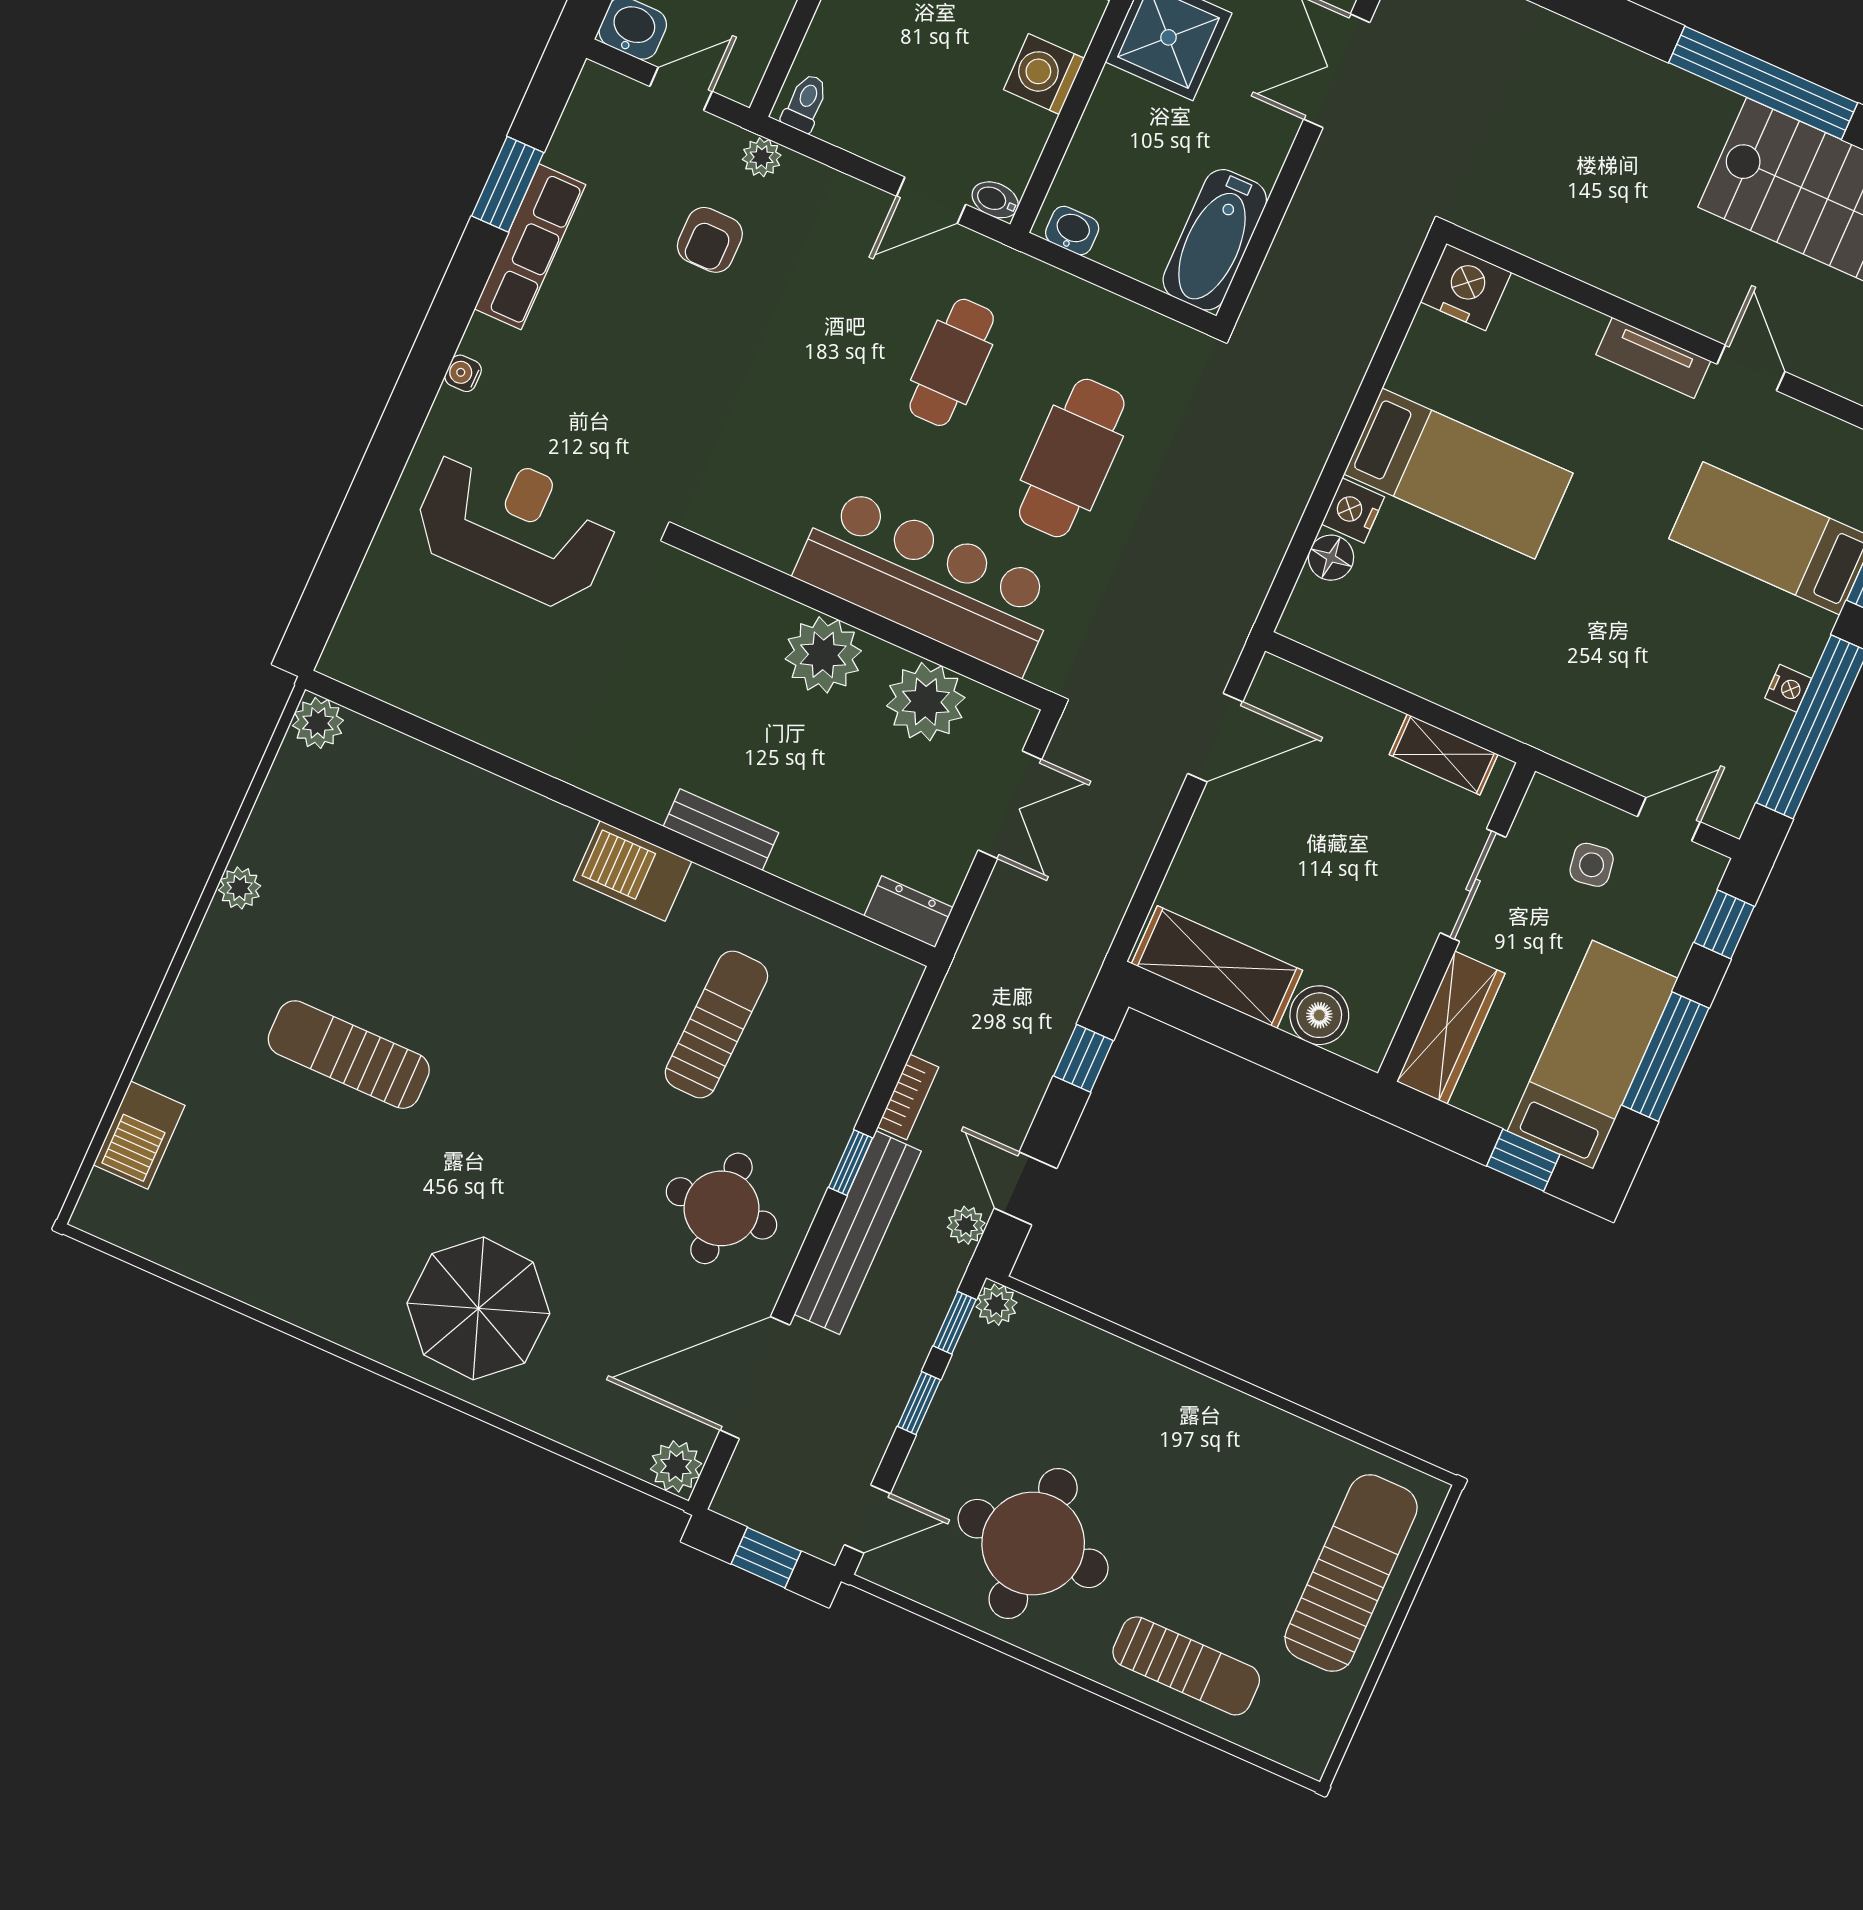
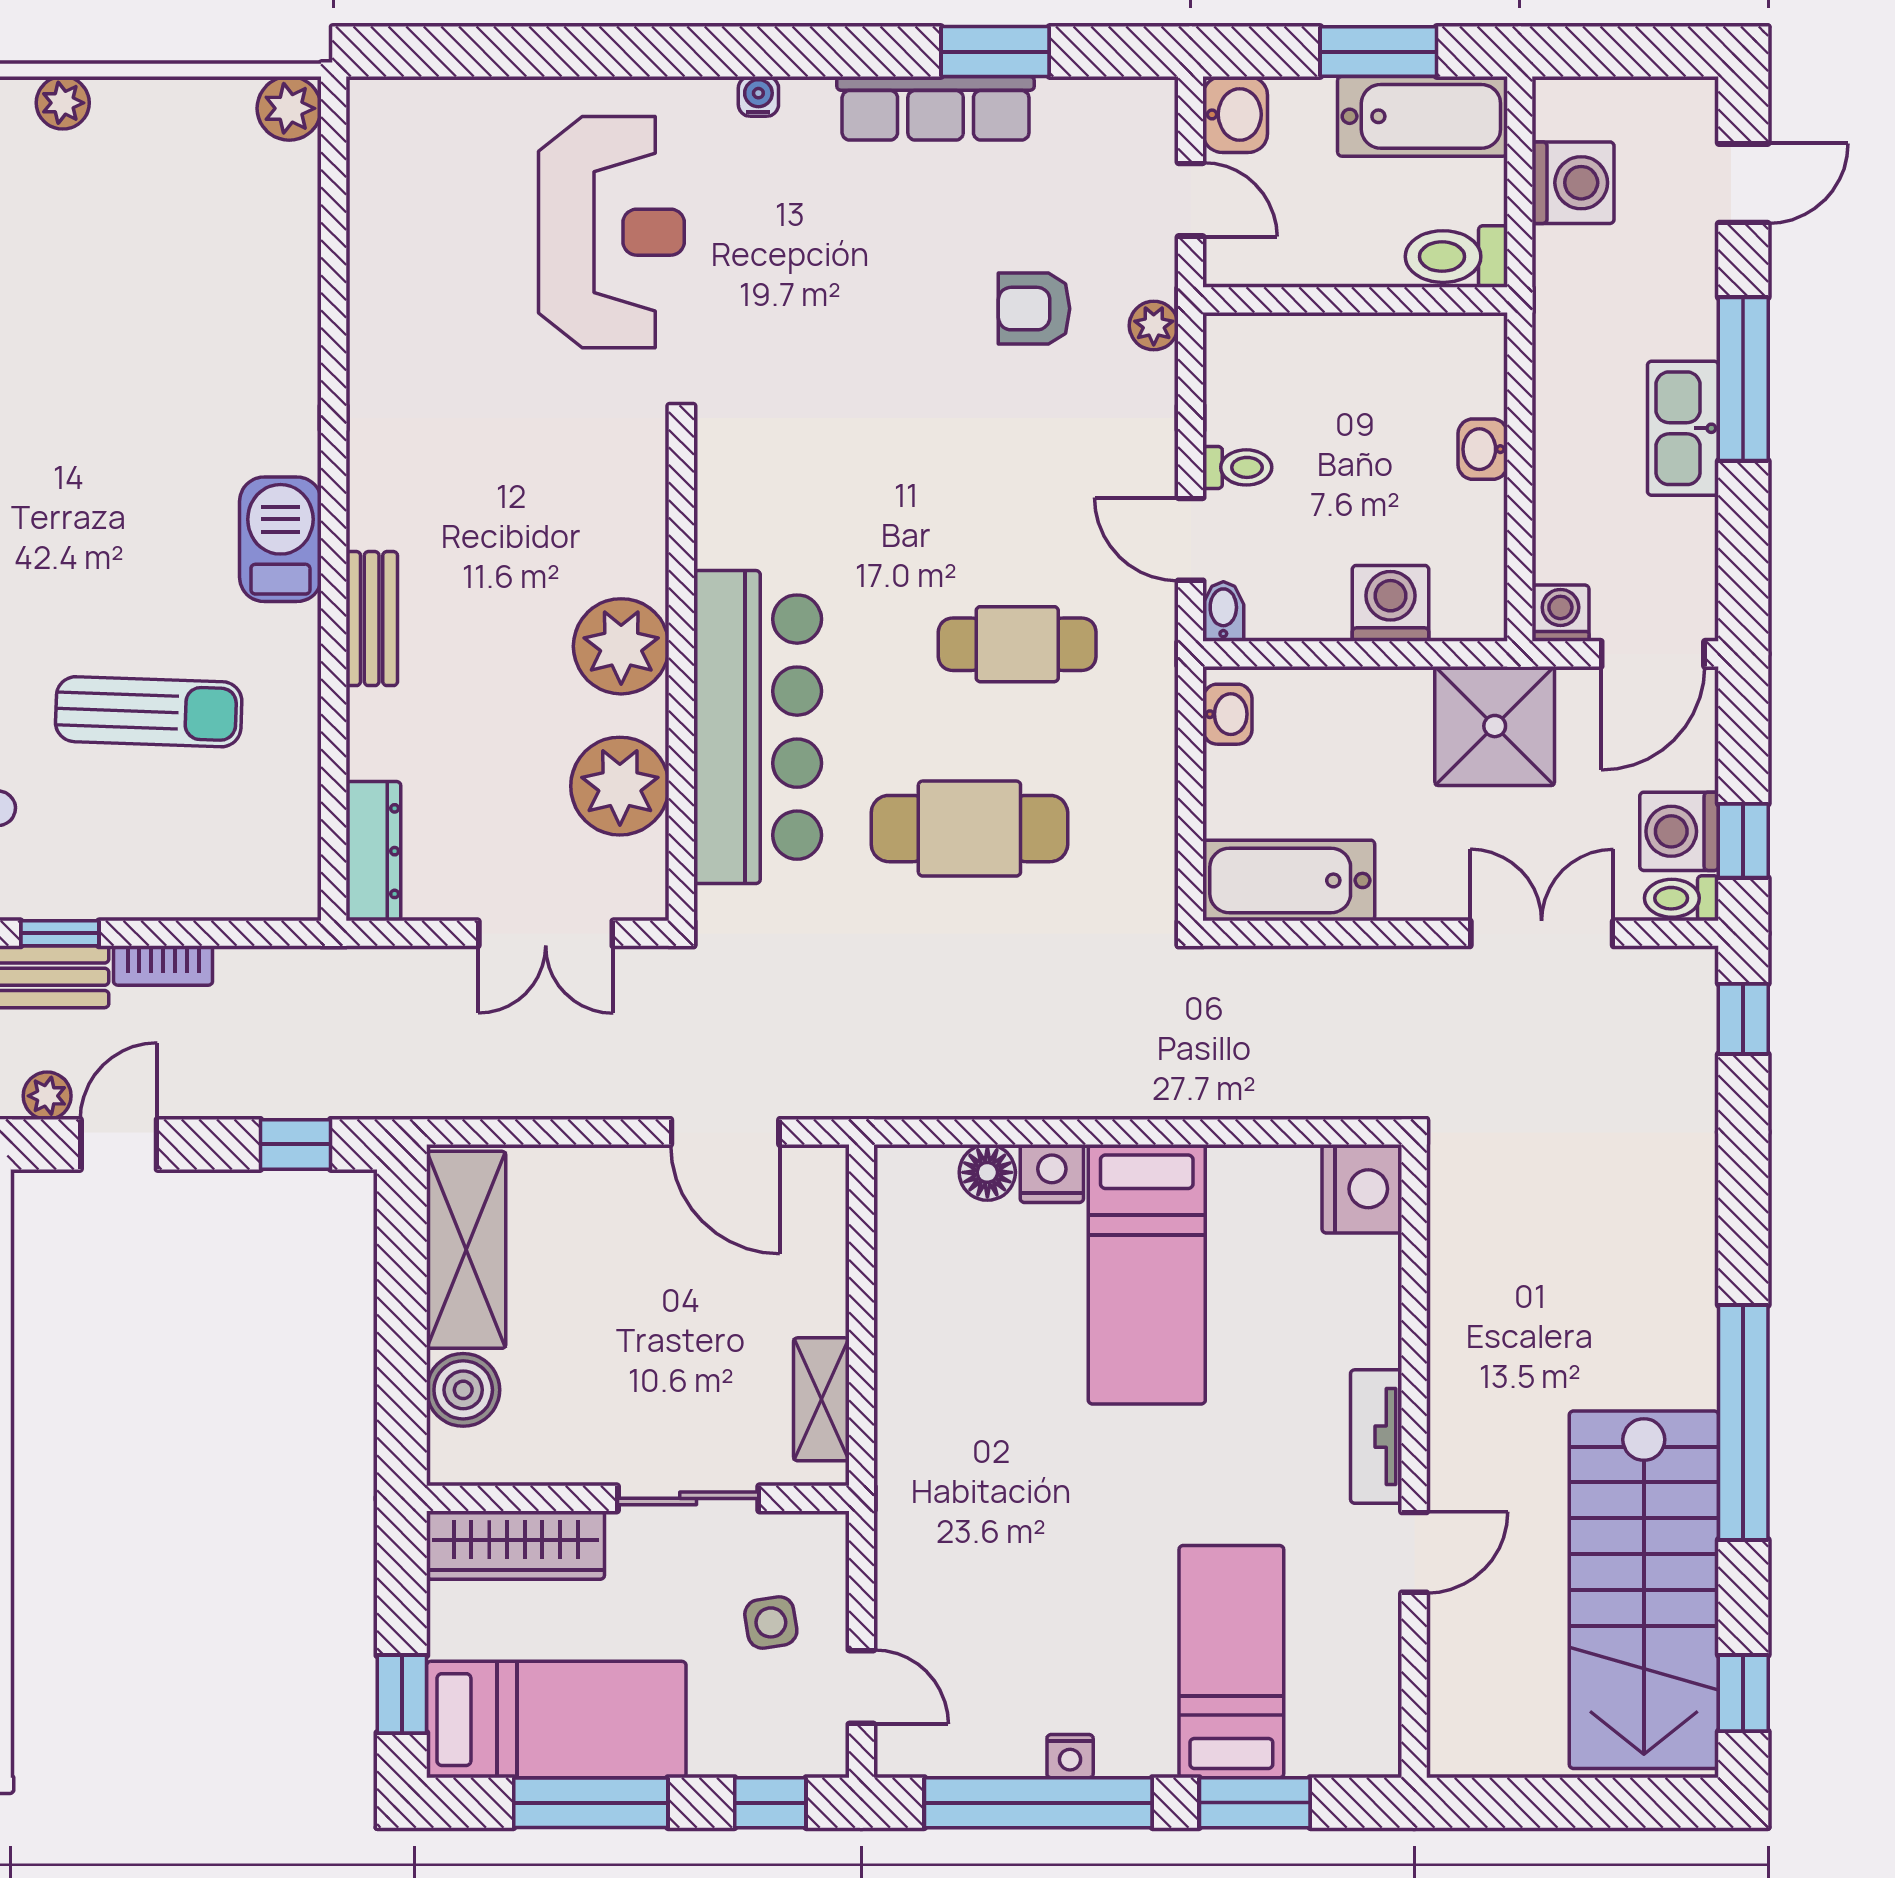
toilet: (805, 103) -> (1237, 467), moved
dresser: (909, 912) -> (373, 851), width x1.44

